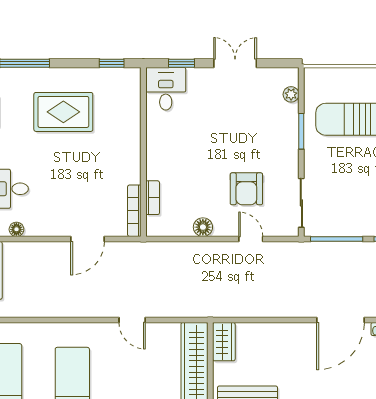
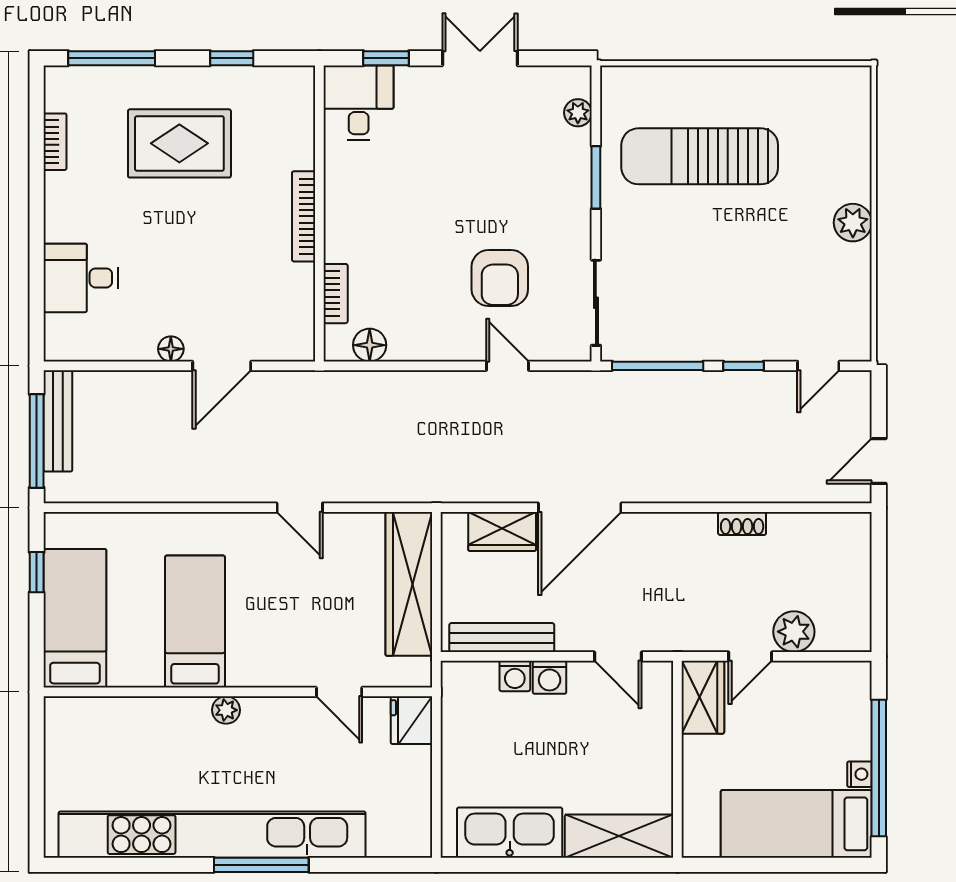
window: (112, 63) -> (232, 58), moved
bookcase: (134, 211) -> (304, 216), moved
floor lamp: (203, 227) -> (370, 345), moved
floor lamp: (16, 229) -> (171, 349), moved
door: (340, 320) -> (580, 508), moved
wardrobe: (224, 342) -> (502, 531), moved, turned 90

